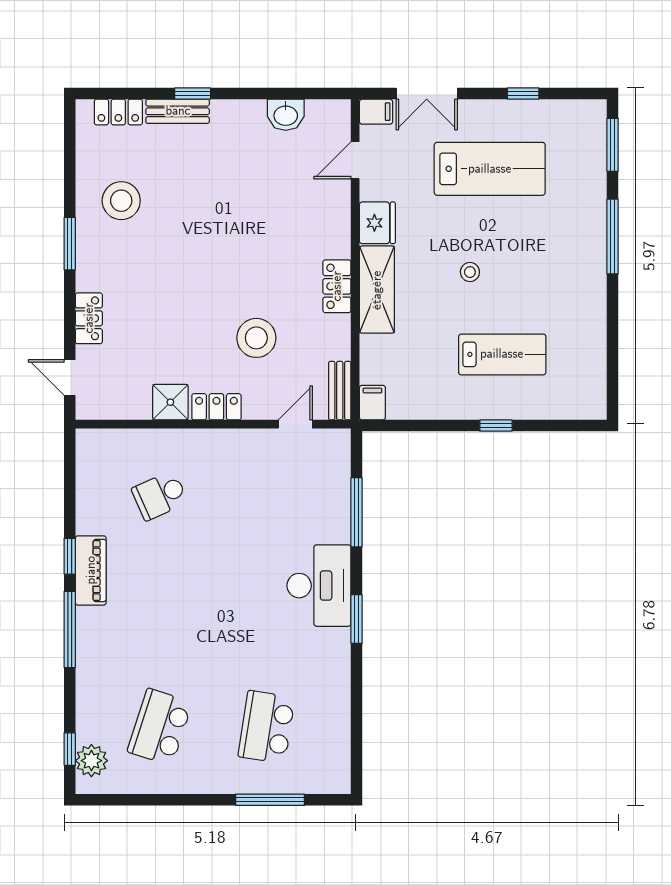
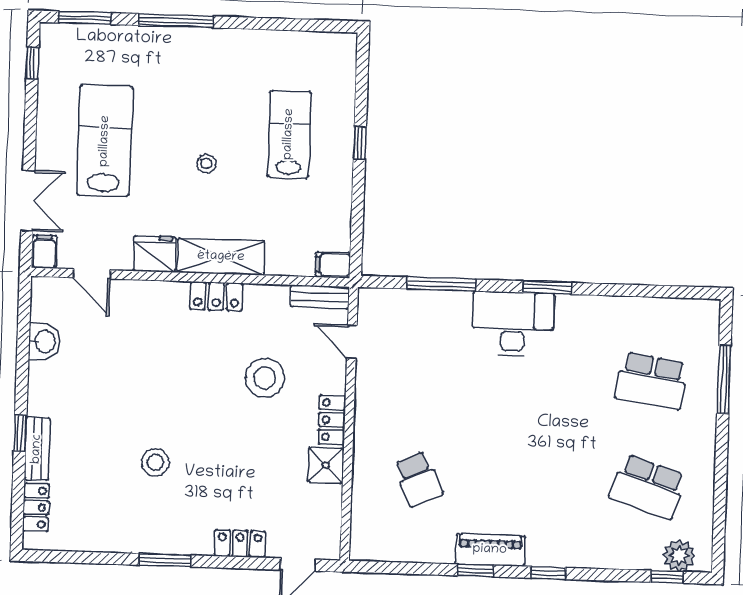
window: (523, 94) -> (32, 63), moved
stool: (121, 201) -> (155, 462), moved, width x0.73, depth x0.73
window: (70, 629) -> (548, 573), width x0.46

